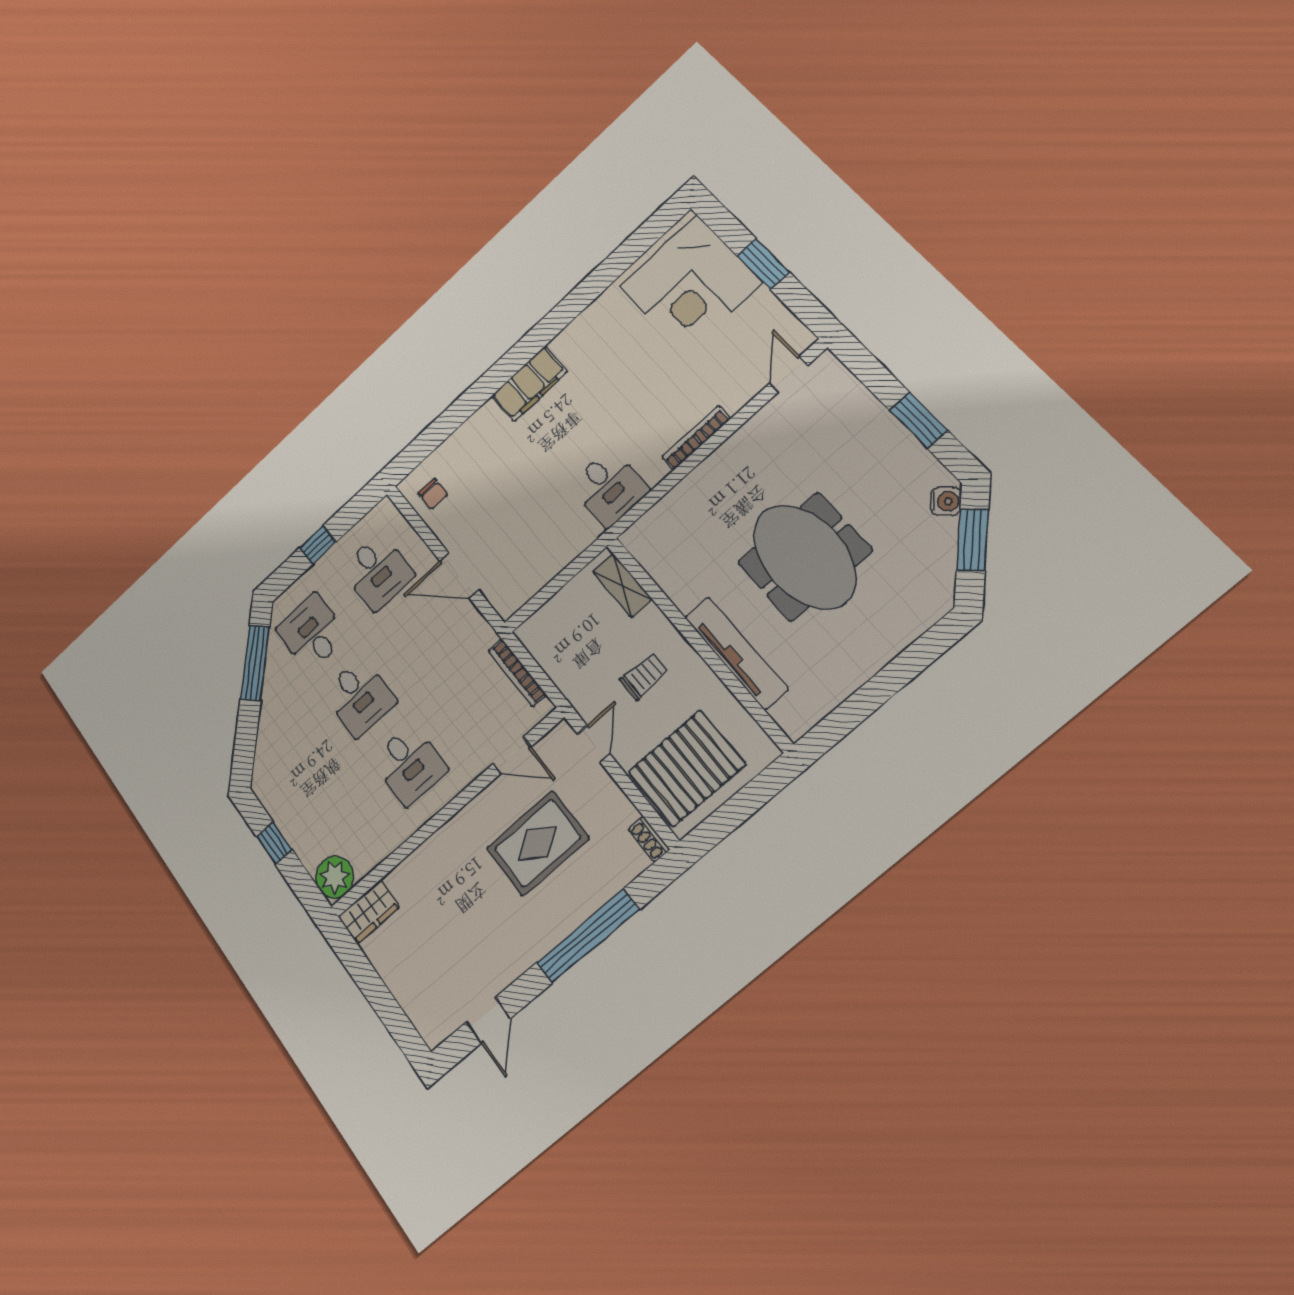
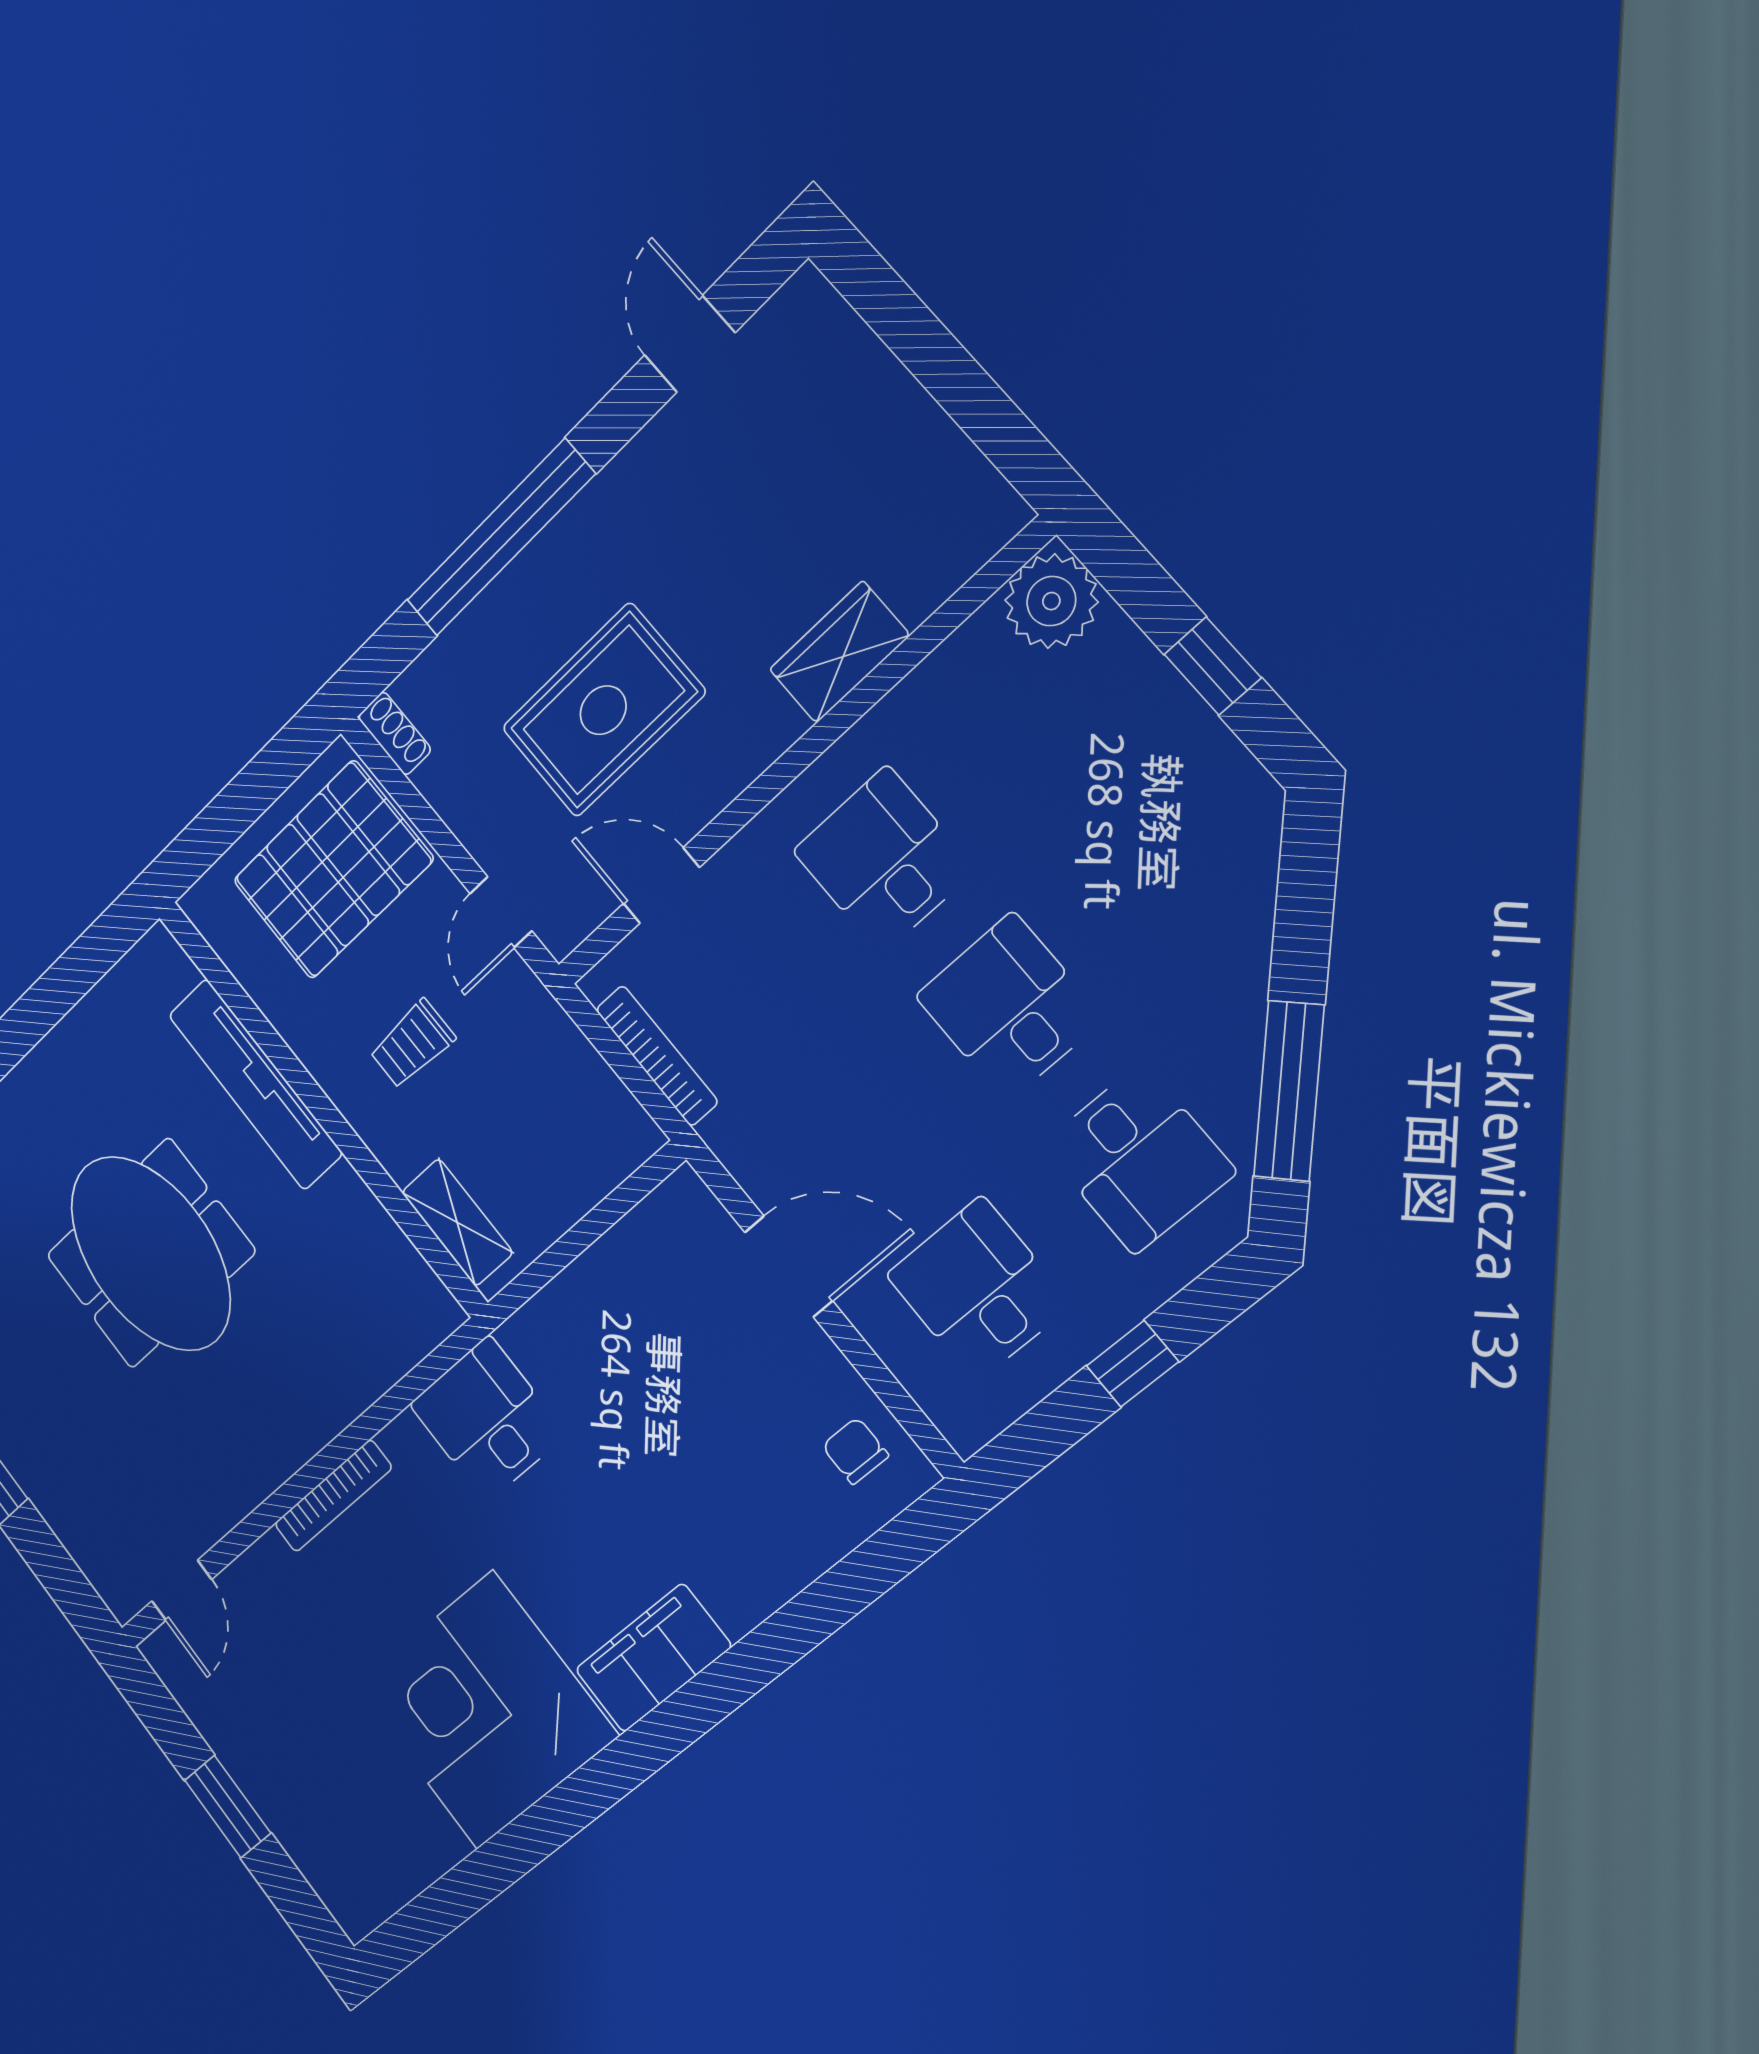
corner desk: (691, 284) -> (485, 1710), moved, turned -90
wardrobe: (369, 912) -> (839, 652), moved

